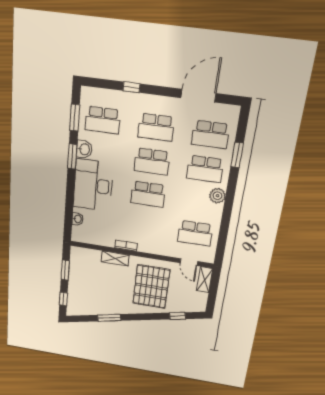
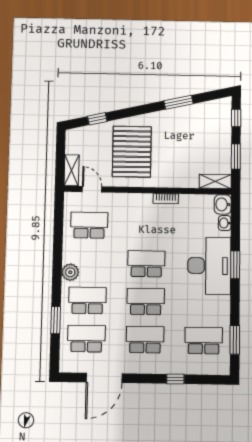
washbasin: (84, 149) -> (223, 204), moved
window: (72, 156) -> (235, 265), moved
shelving: (115, 258) -> (215, 181), moved

